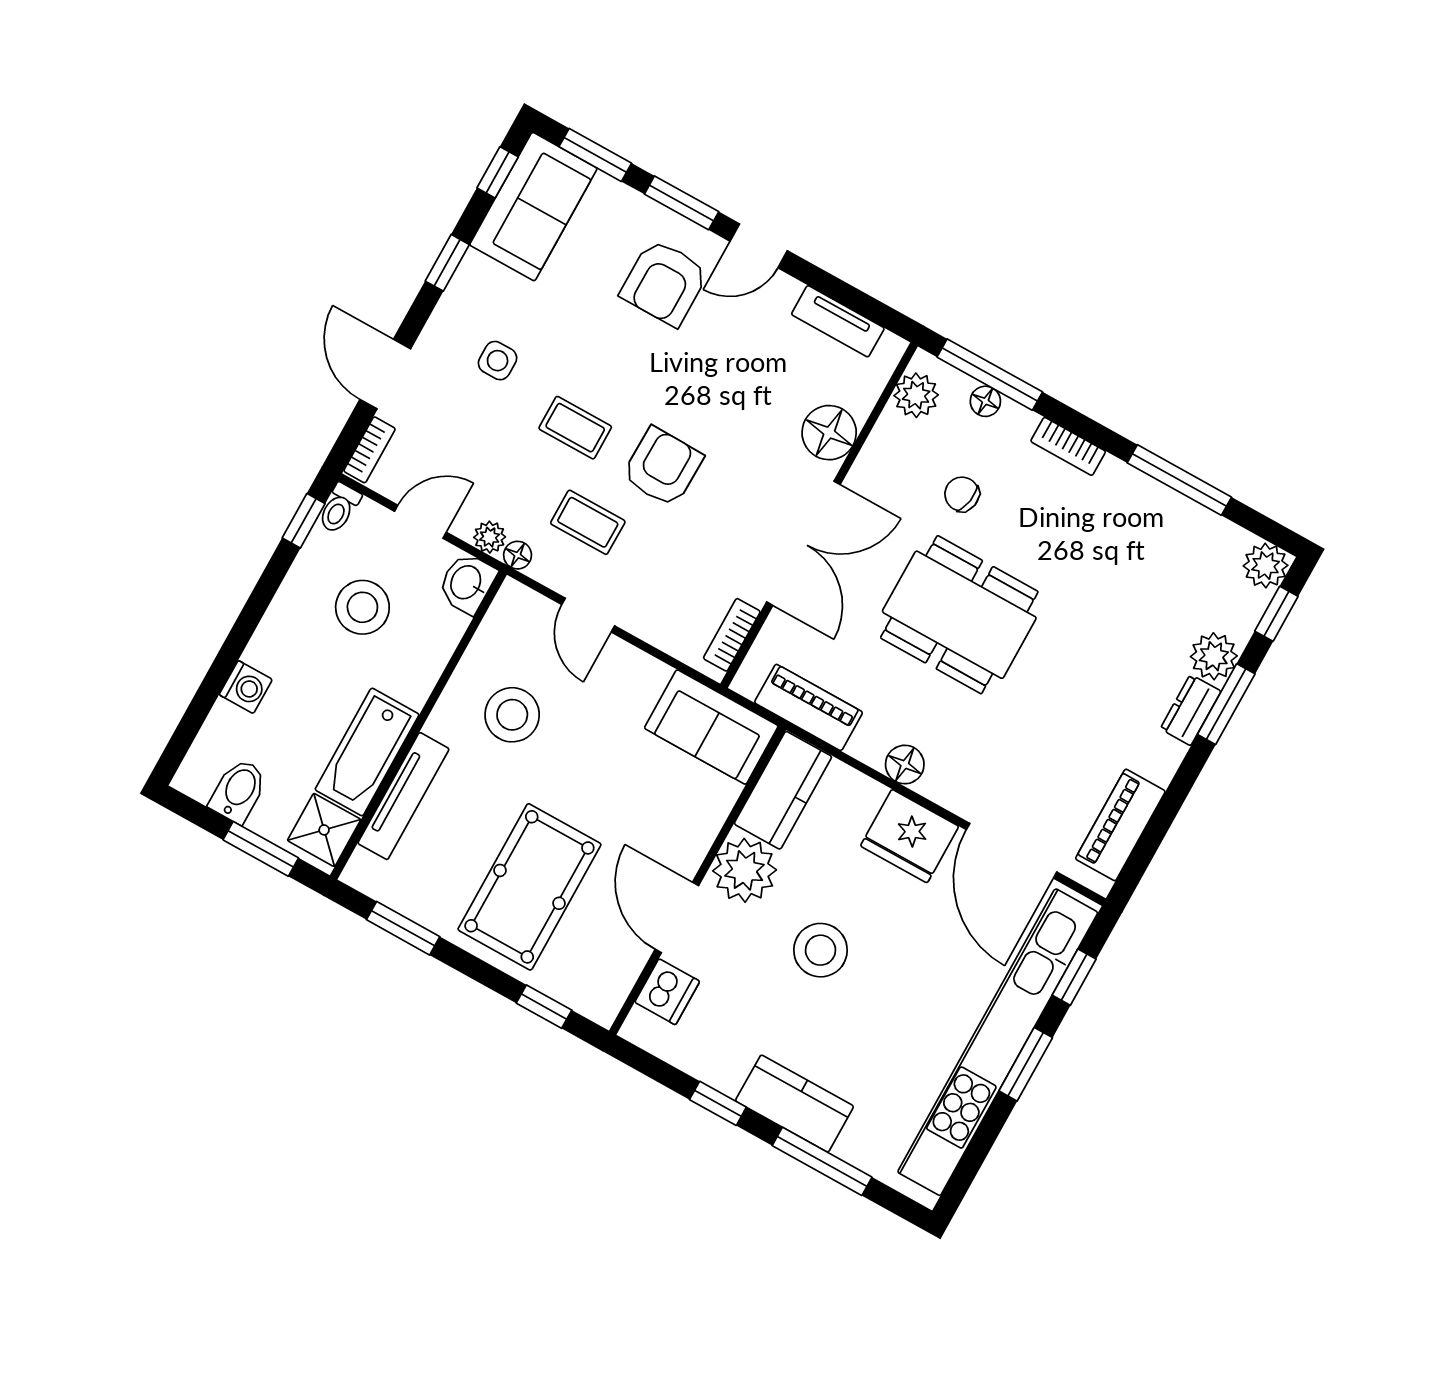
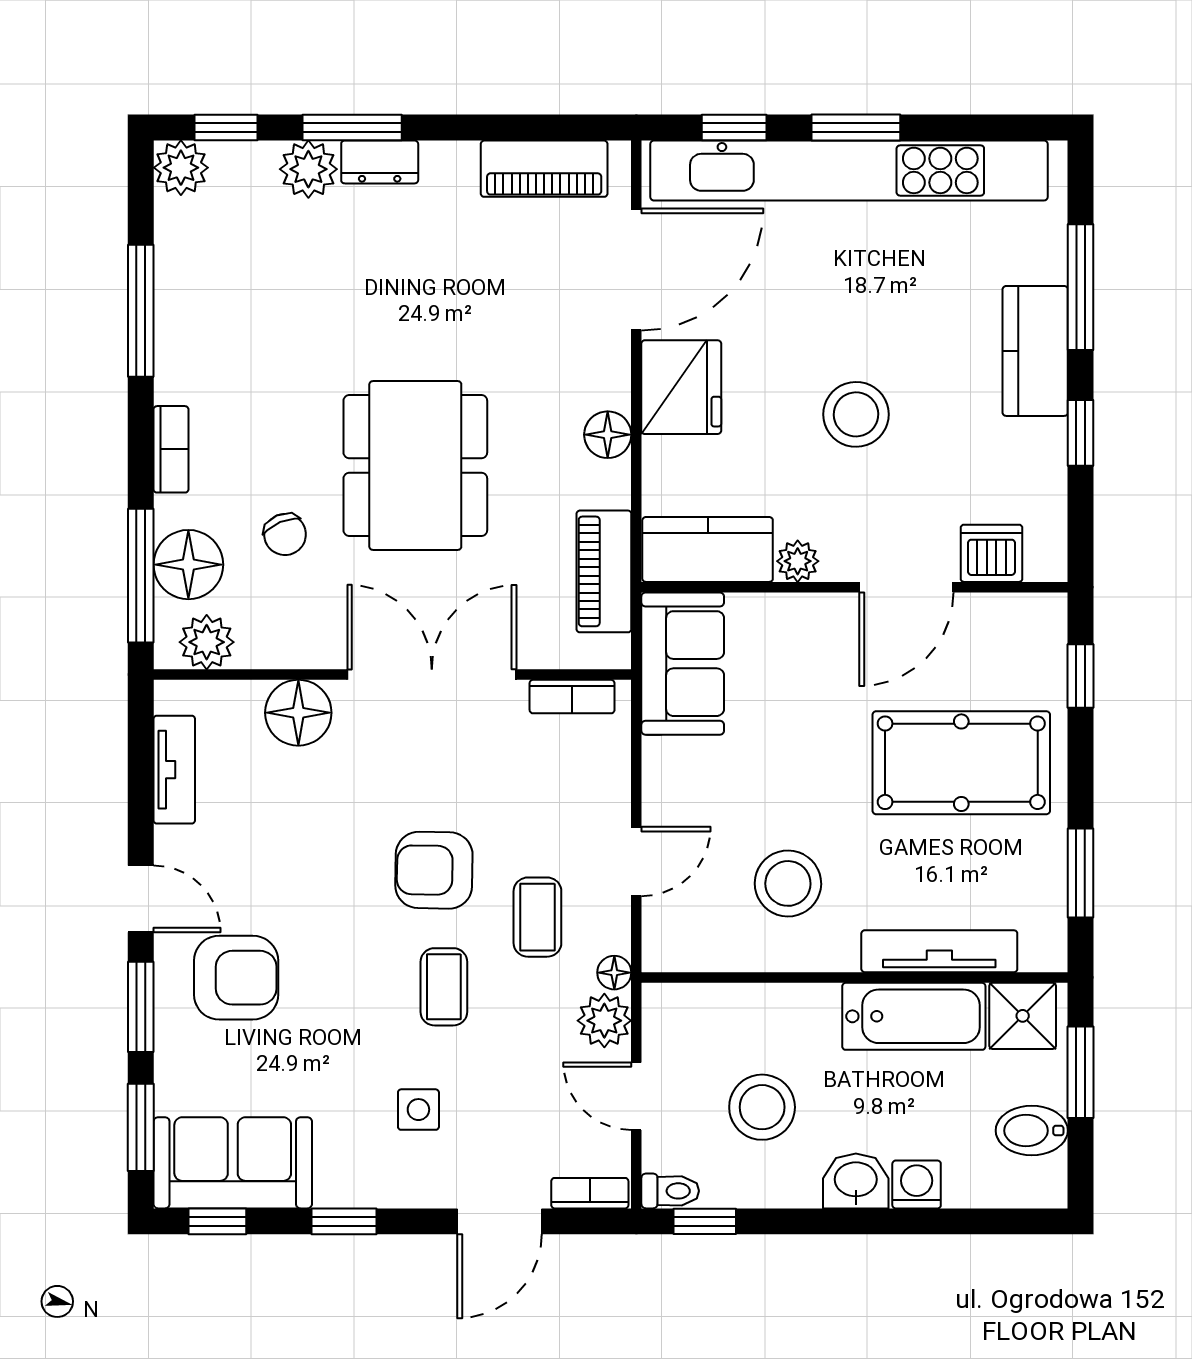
floor lamp: (985, 401) -> (188, 565), width x1.89, depth x1.89
chair: (962, 494) -> (285, 534), turned -33
plant: (490, 537) -> (604, 1021), width x1.38, depth x1.38
washbasin: (467, 583) -> (856, 1181), moved, turned 180
plant: (745, 870) -> (798, 561), width x0.53, depth x0.53

